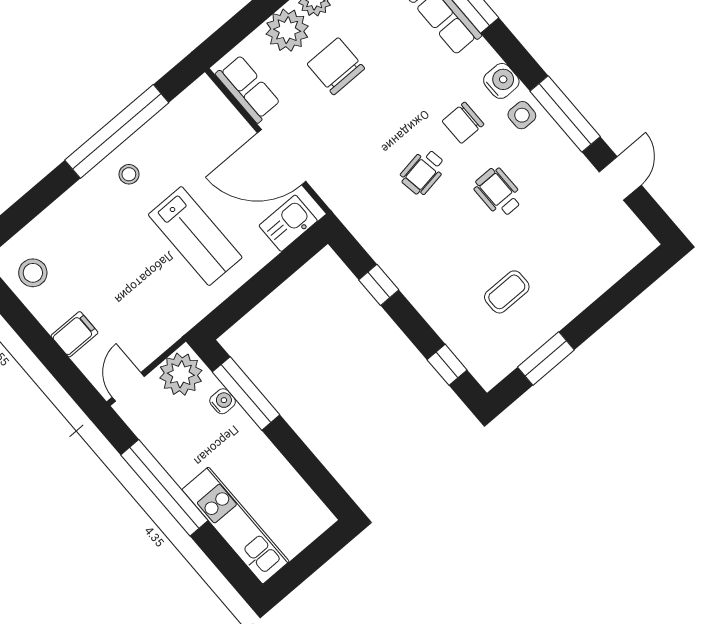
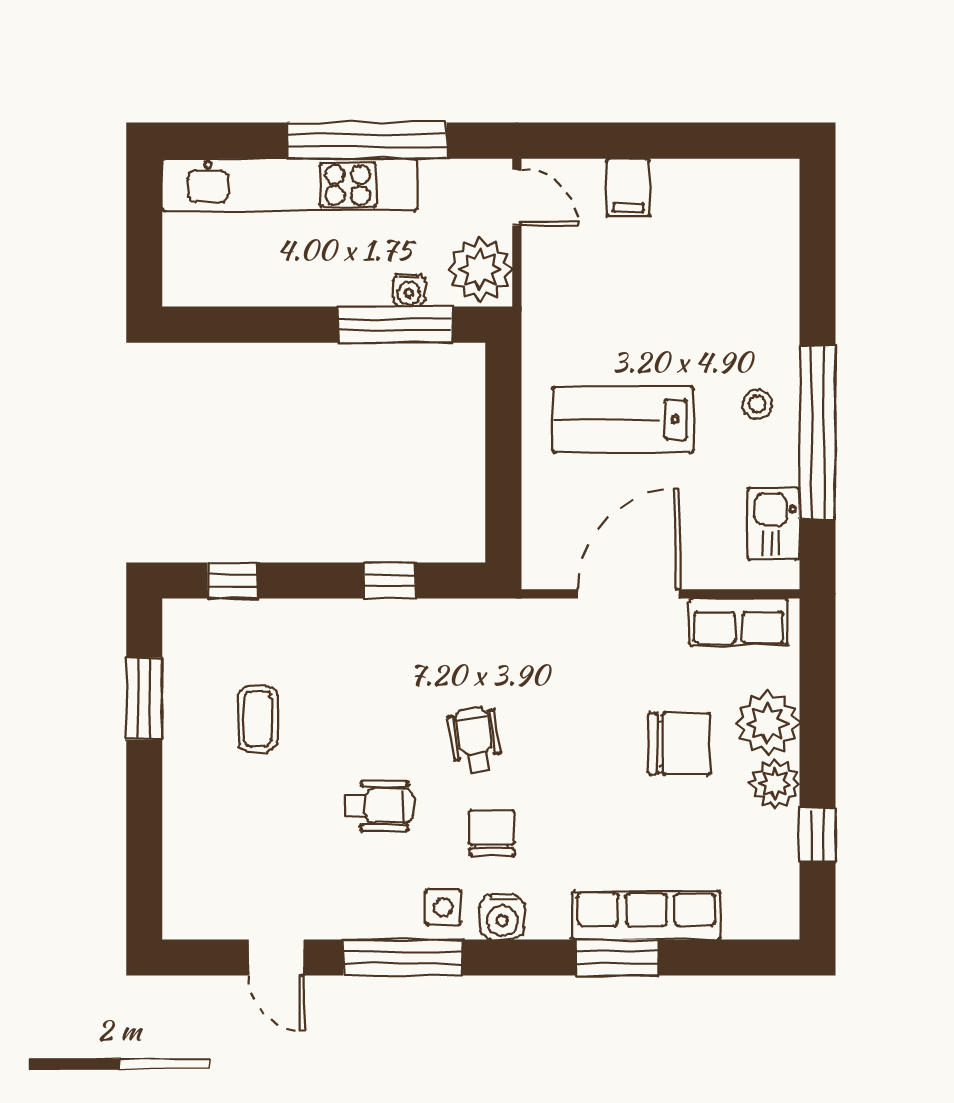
kitchen sink: (288, 223) -> (773, 524), moved, turned 180
stool: (33, 273) -> (738, 200), removed
kitchen unit: (236, 525) -> (289, 185), width x1.36

